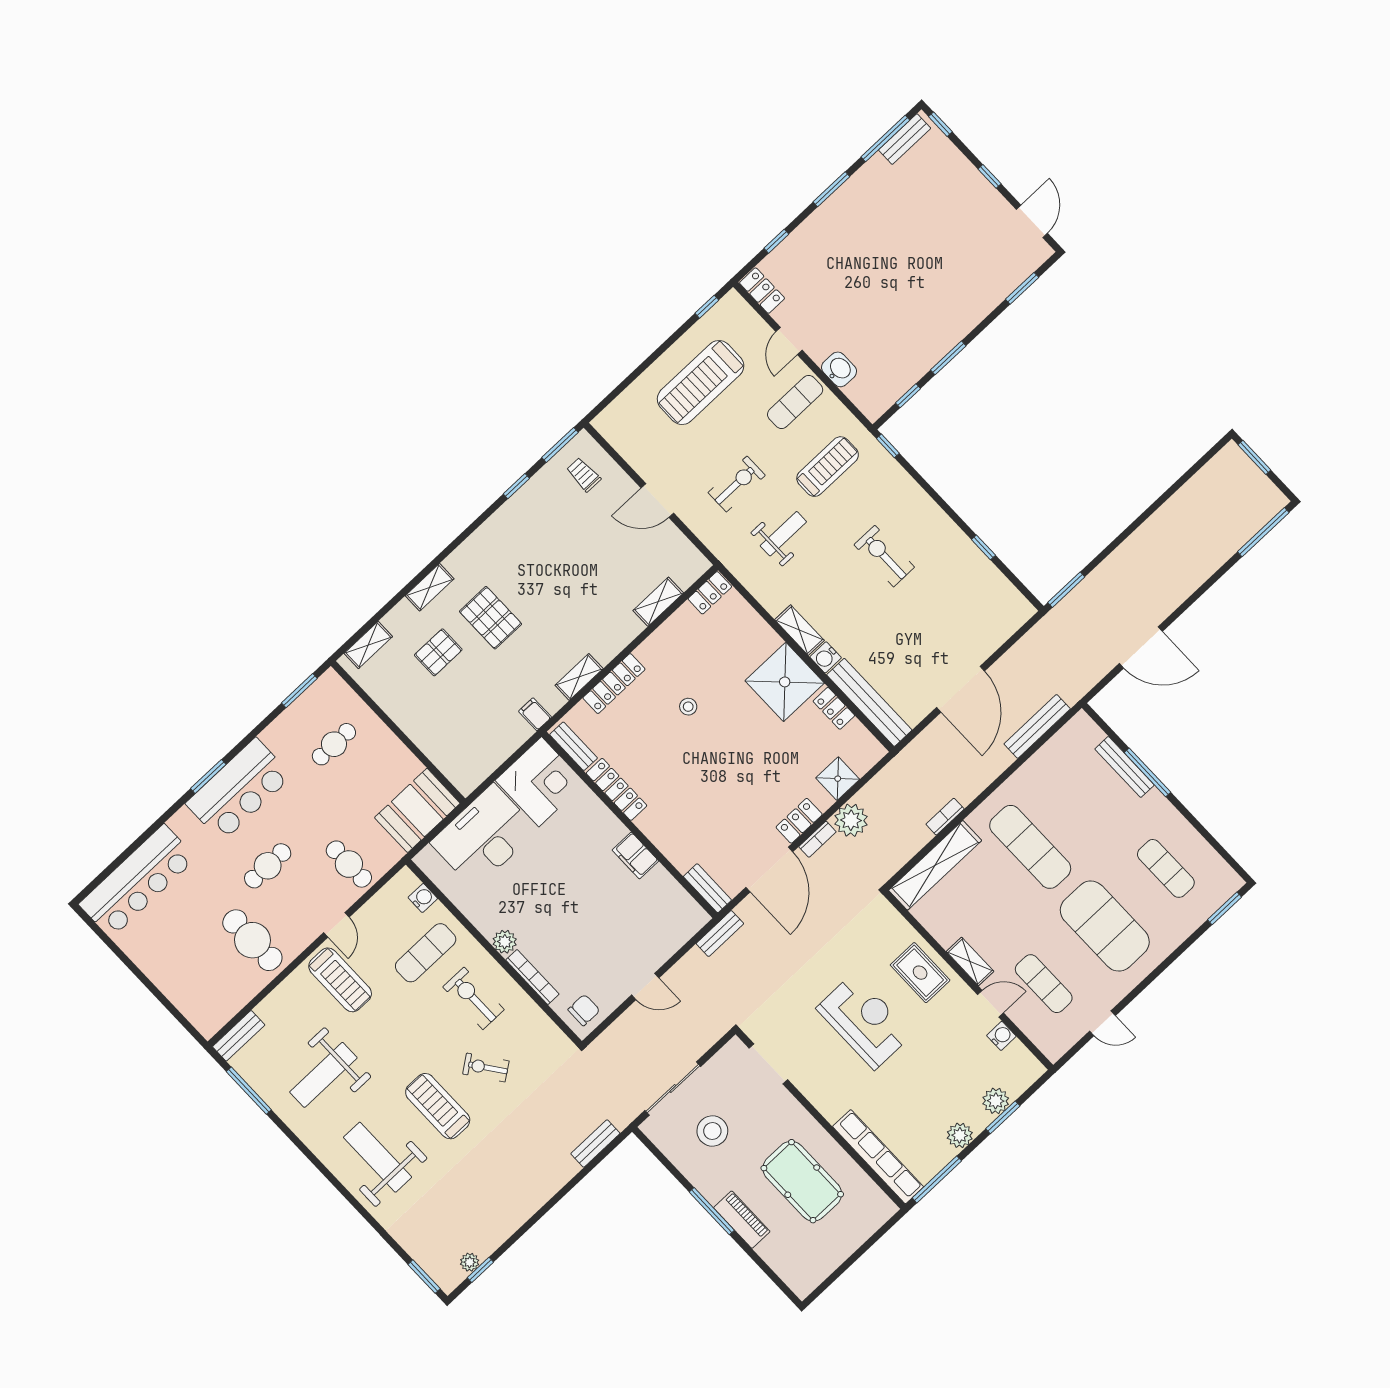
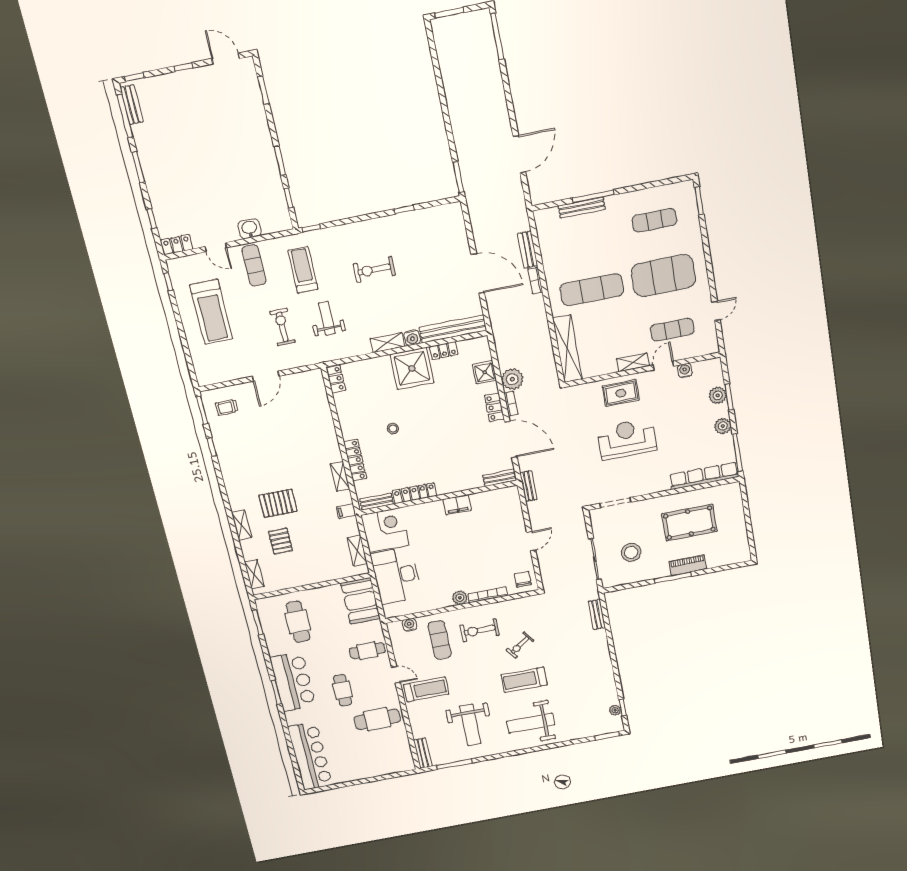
shelving: (658, 602) -> (357, 551), moved
bench: (1037, 726) -> (528, 250), width x0.73
cafe table: (334, 744) -> (298, 622), width x1.37, depth x1.35
bookcase: (945, 817) -> (535, 281), moved

